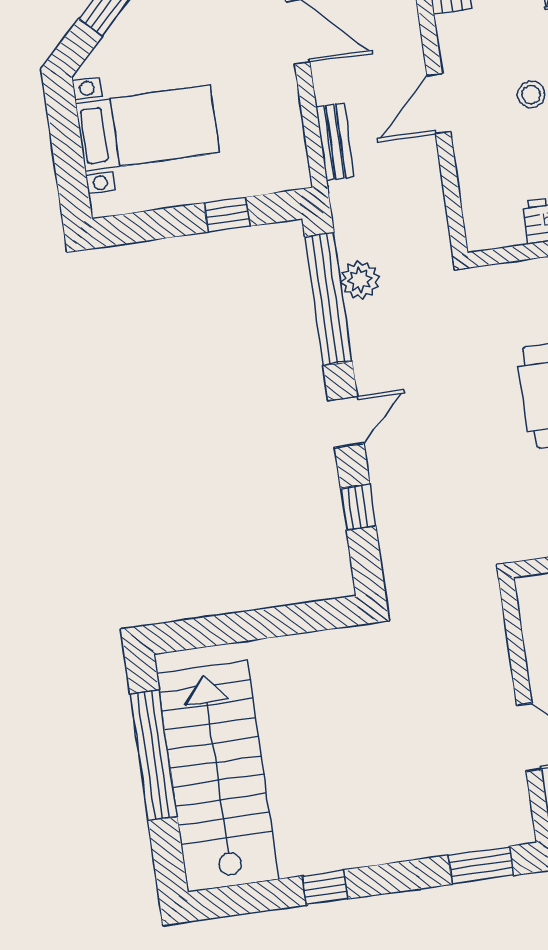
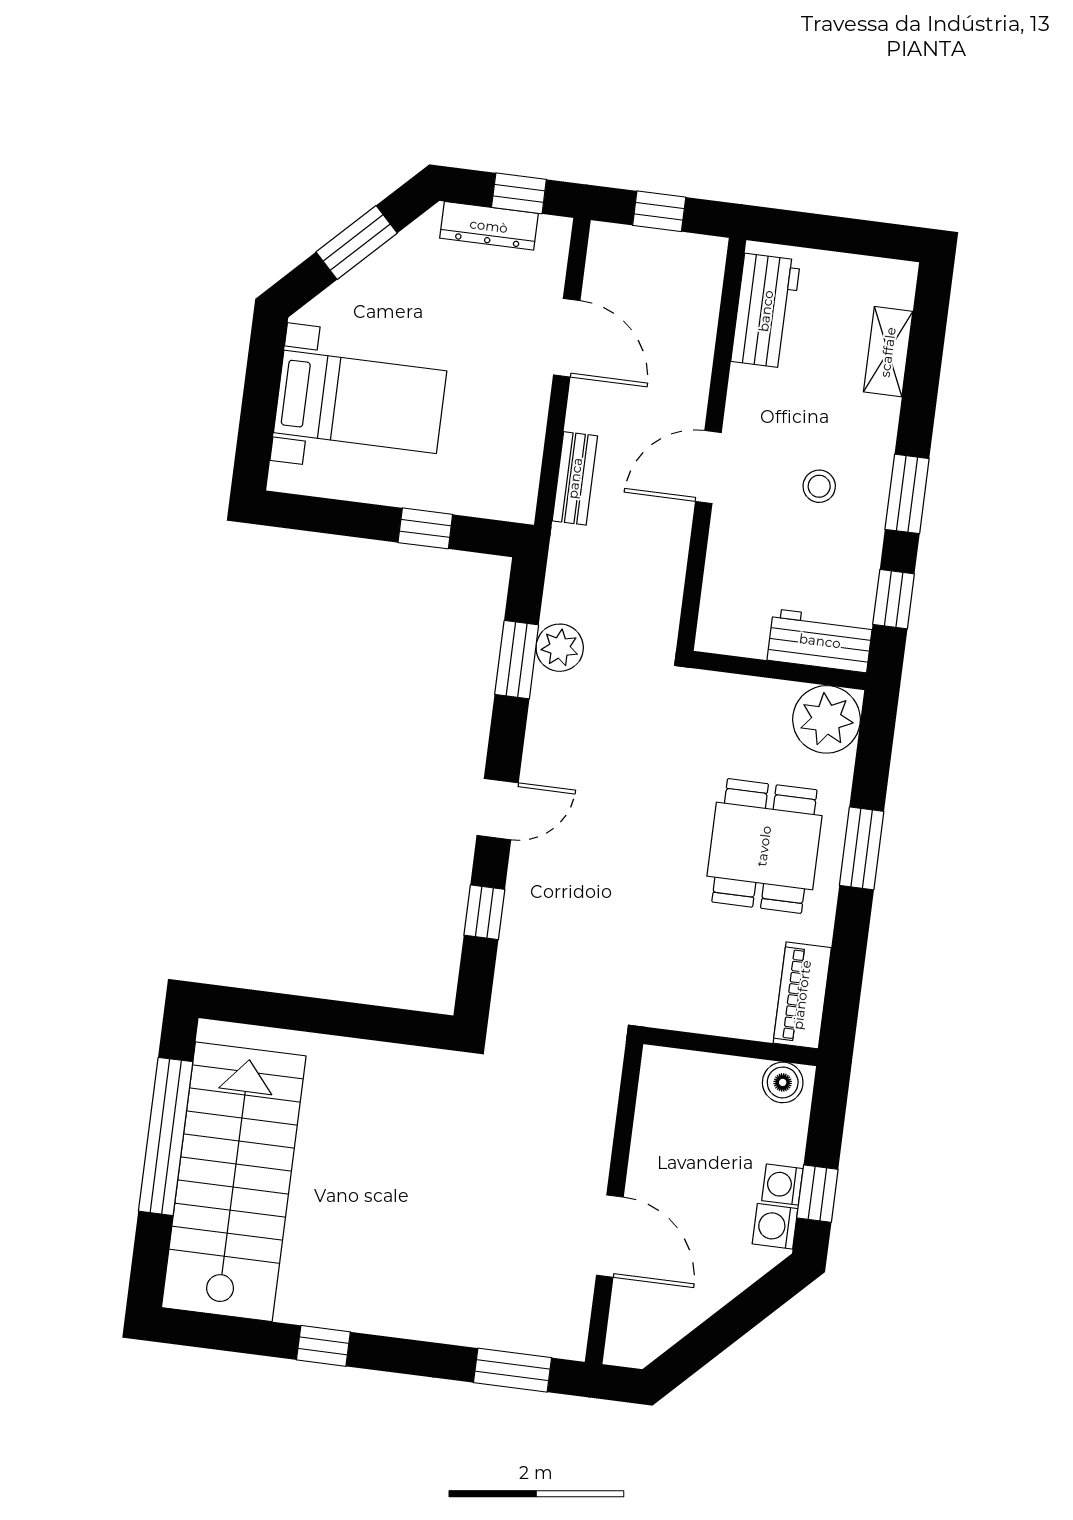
window: (328, 299) -> (517, 660), width x0.47

